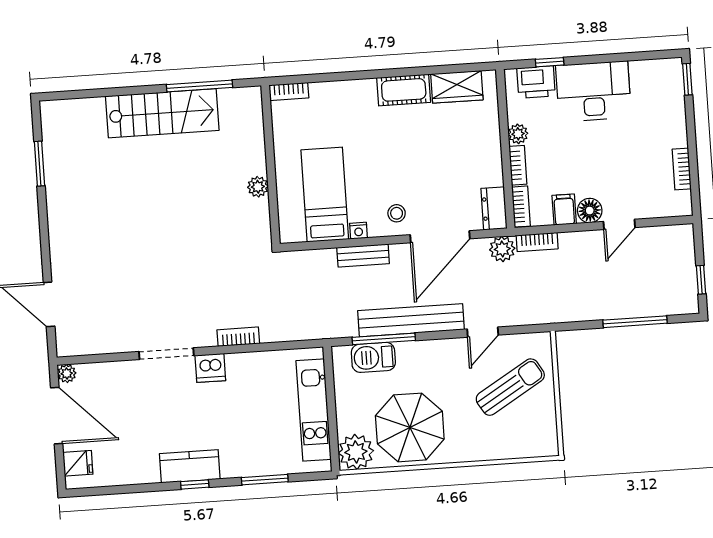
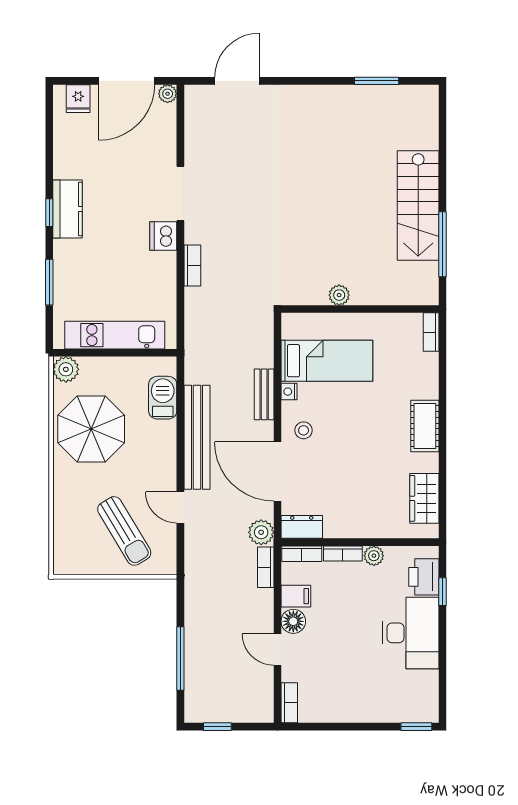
cot: (404, 90) -> (425, 426), moved
bookcase: (682, 169) -> (289, 703), moved, turned 90
window: (384, 339) -> (180, 409), removed
plant: (356, 452) -> (66, 369), width x0.73, depth x0.73

